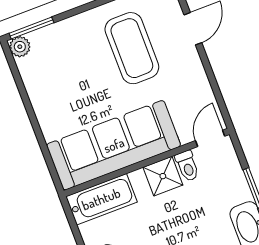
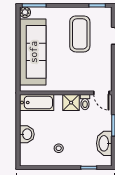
door: (210, 138) -> (101, 93), swing flipped
sofa: (114, 145) -> (33, 52), moved, turned 90

